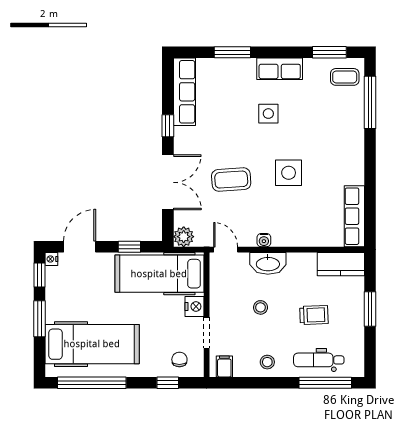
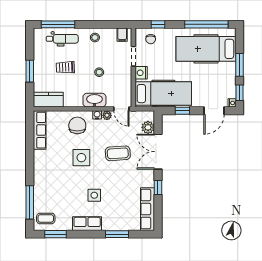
chair: (295, 223) -> (77, 125), added
plant: (184, 237) -> (148, 127), moved
plant: (248, 239) -> (107, 115), added

